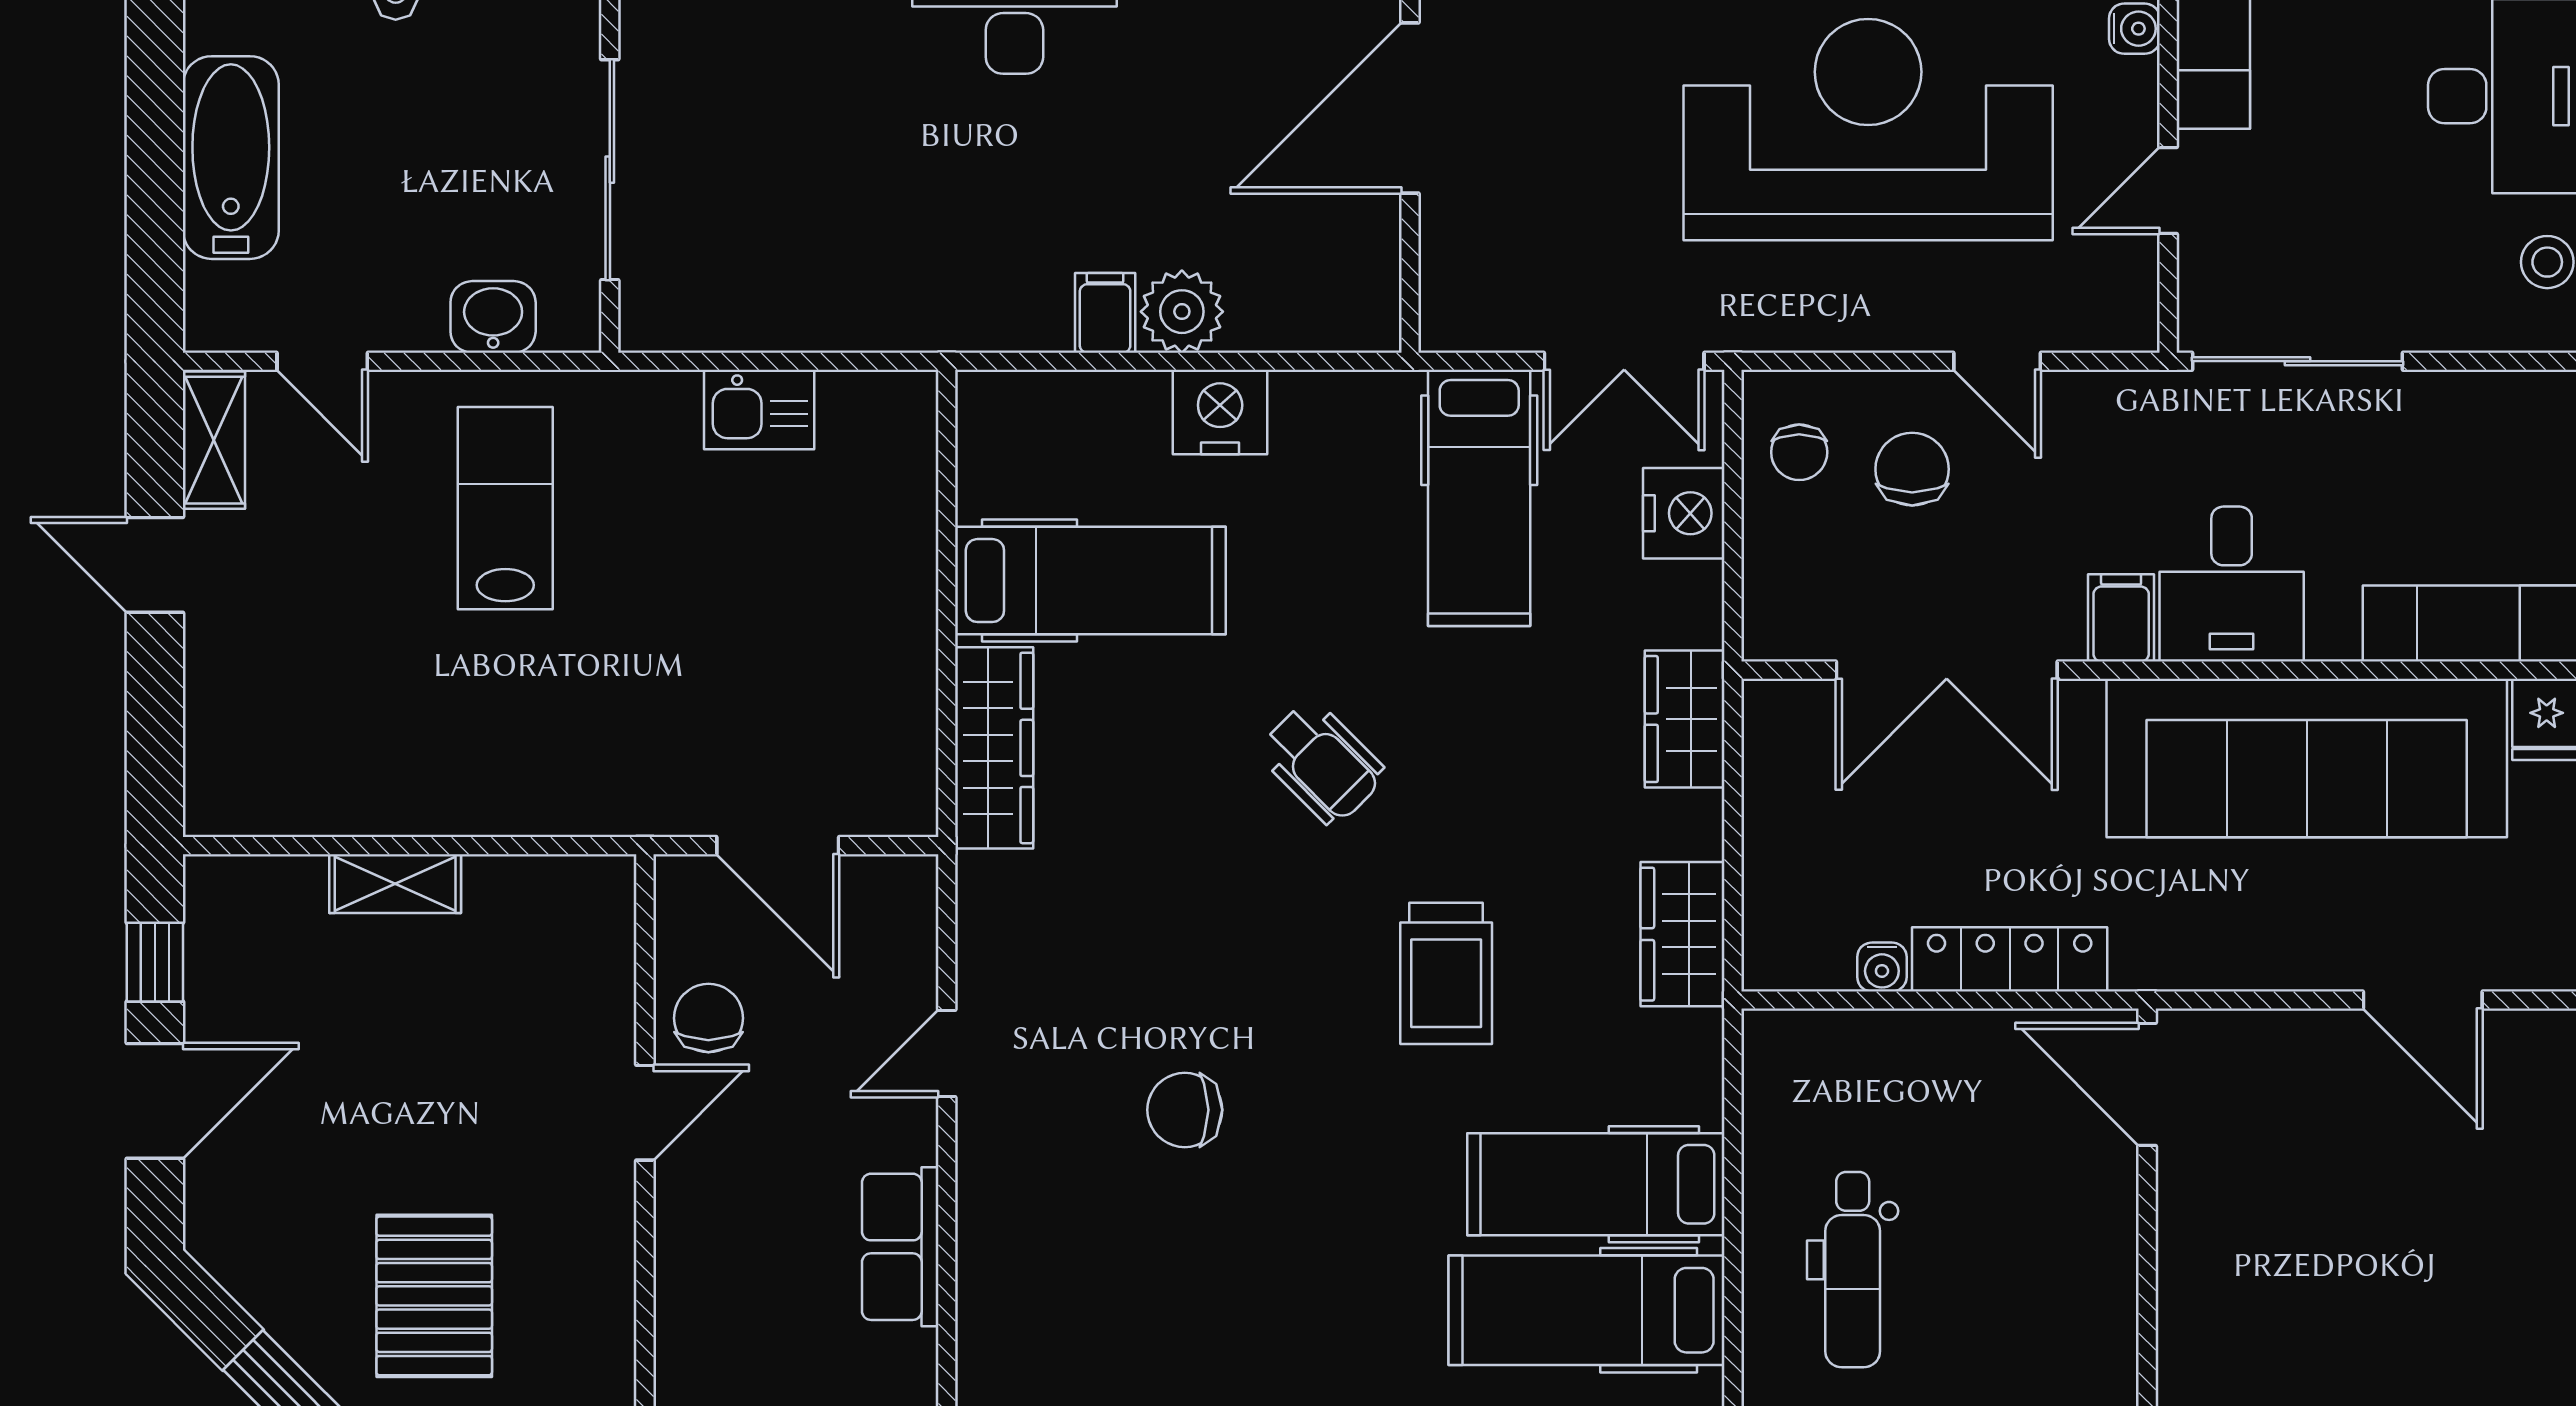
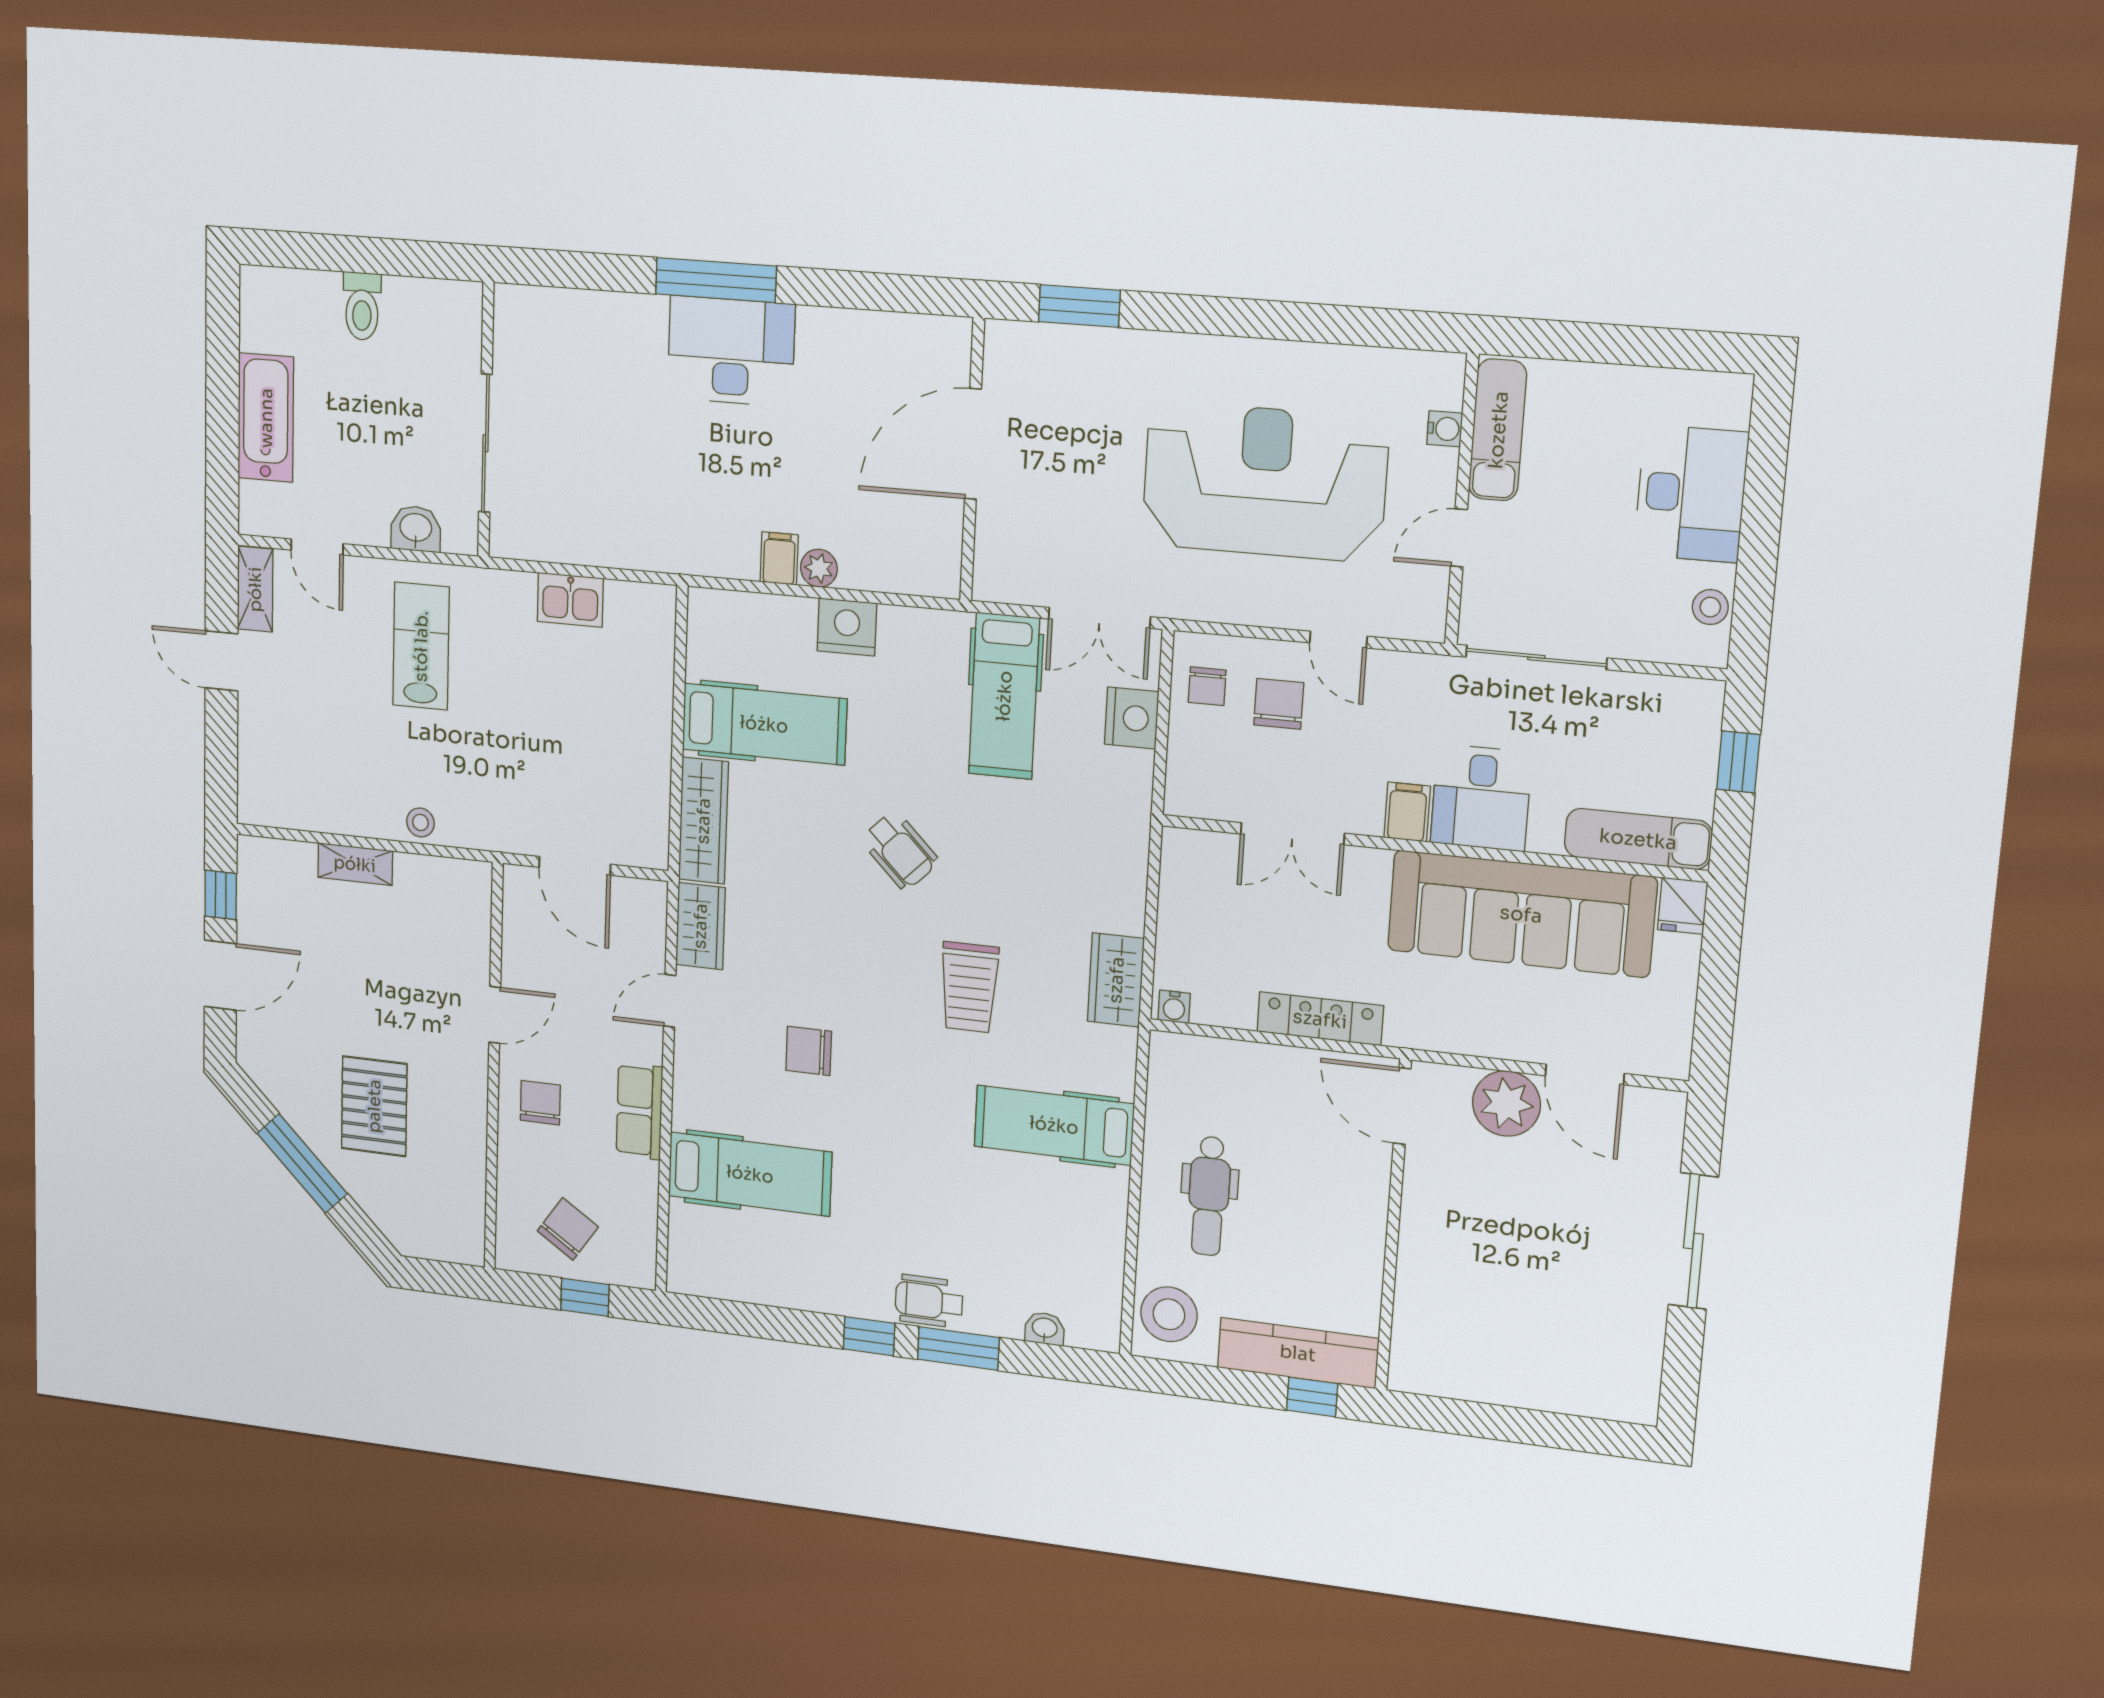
plant: (1182, 312) -> (819, 568), width x0.73, depth x0.73
double door: (1947, 670) -> (1292, 834), width x0.73
wardrobe: (1685, 719) -> (700, 926), moved, turned 180
stool: (509, 801) -> (420, 822), added
water cooler: (1882, 967) -> (1174, 1007), moved
chair: (708, 1018) -> (540, 1103), moved
plant: (2307, 1061) -> (1506, 1104), added
hospital bed: (1587, 1310) -> (750, 1174), moved, turned 180

